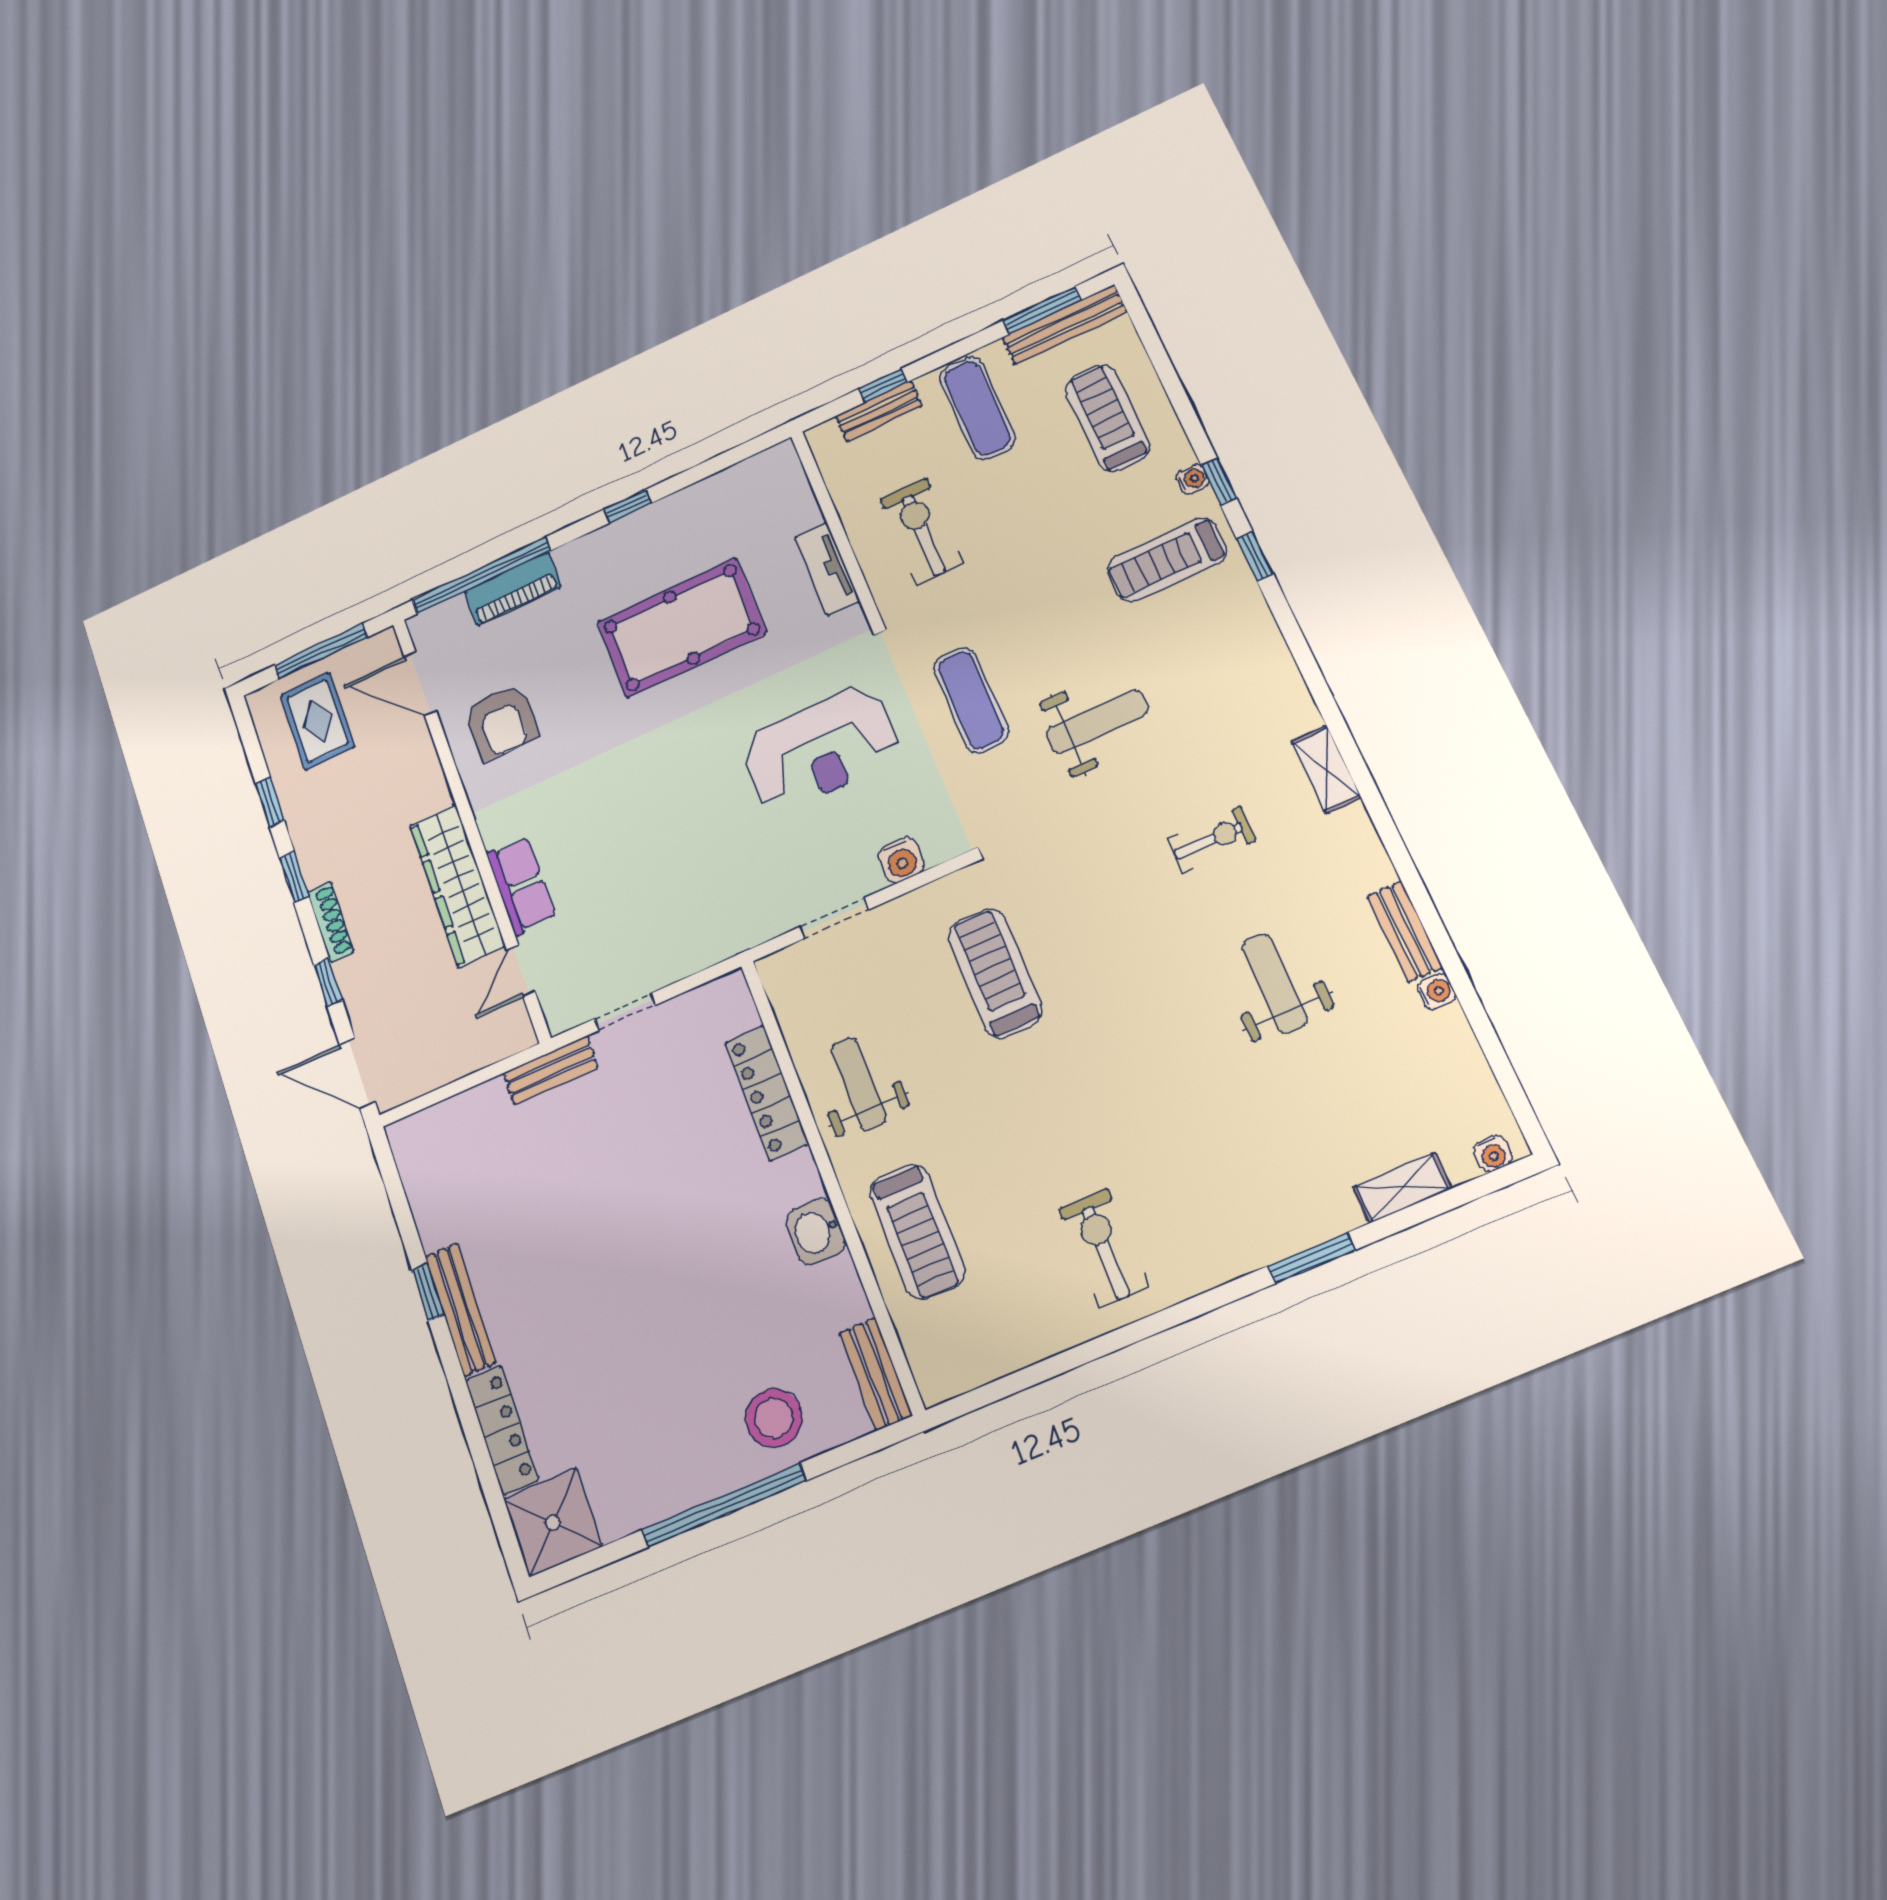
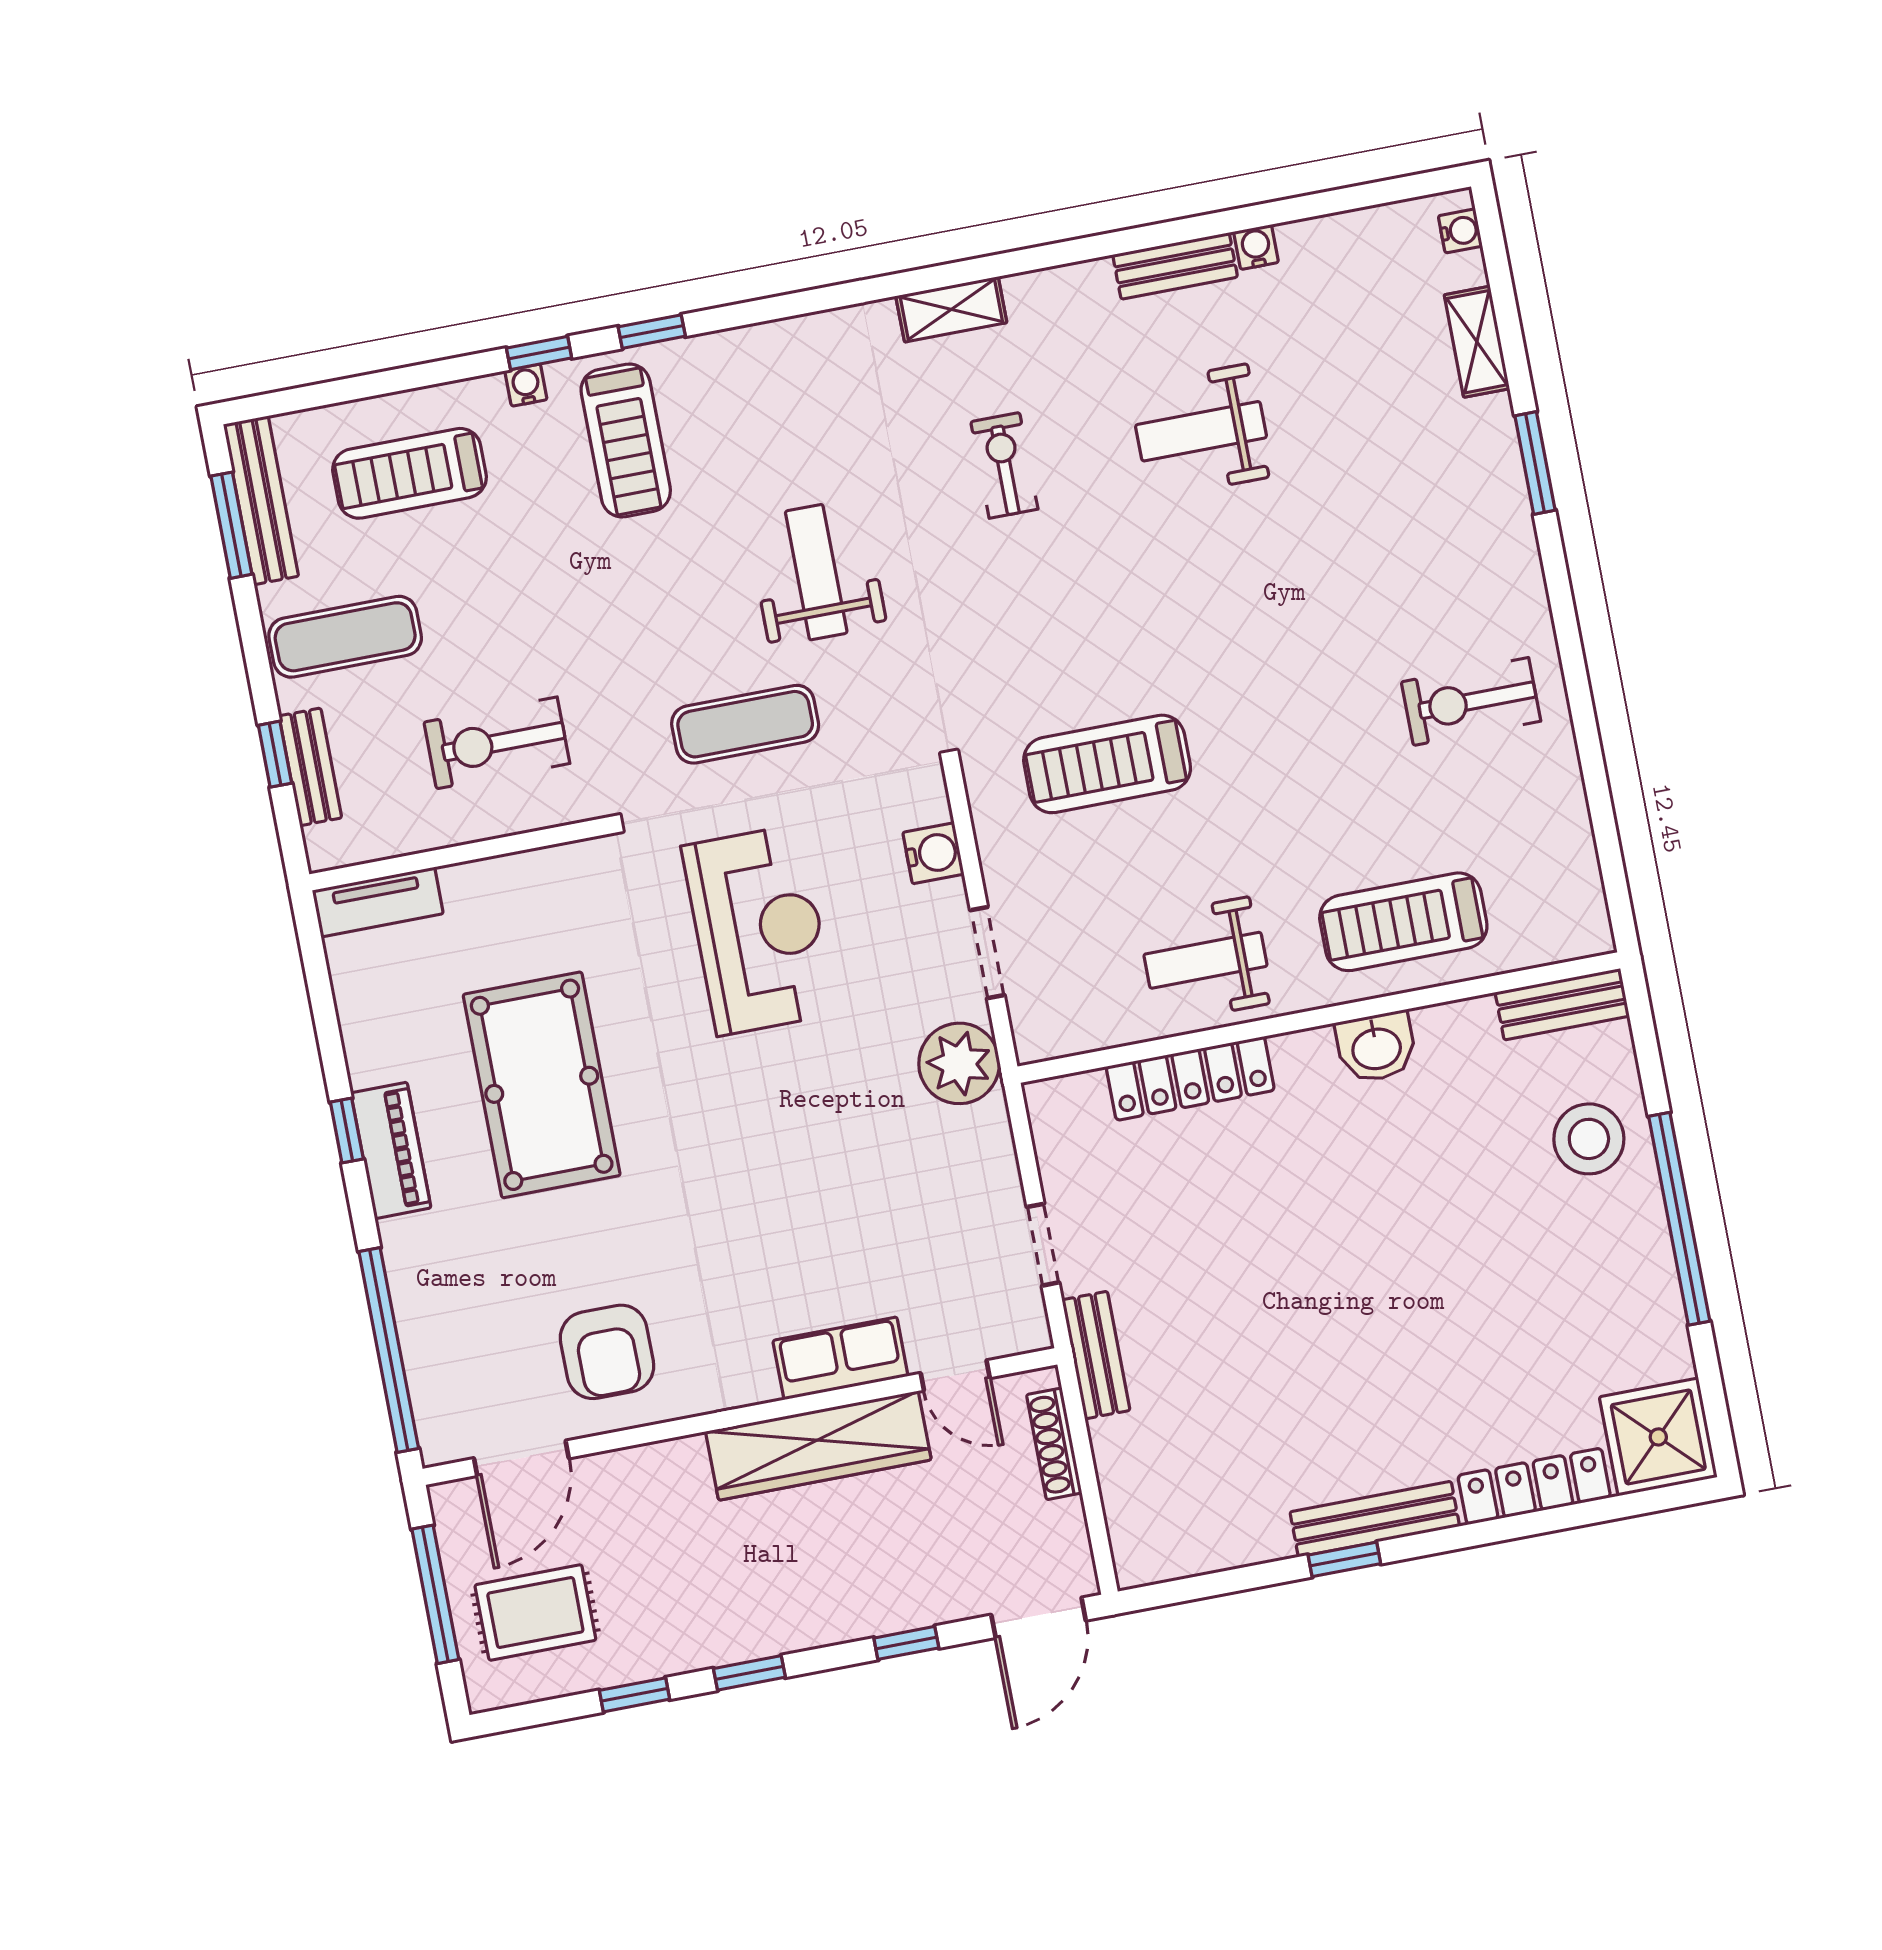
tv unit: (827, 569) -> (378, 902), moved
piano: (513, 589) -> (391, 1150), moved
armchair: (501, 722) -> (607, 1352), turned 90
plant: (748, 918) -> (959, 1063), added
shoe rack: (331, 922) -> (1054, 1444), moved, turned -90
treadmill: (917, 1232) -> (1403, 922), turned 180

